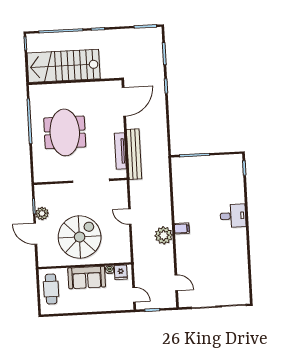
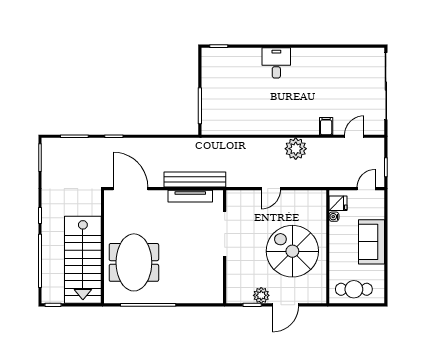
meeting table: (65, 132) -> (134, 262), moved, turned 90
filing cabinet: (182, 228) -> (326, 126), moved
sofa: (87, 277) -> (372, 242), moved, turned 180

